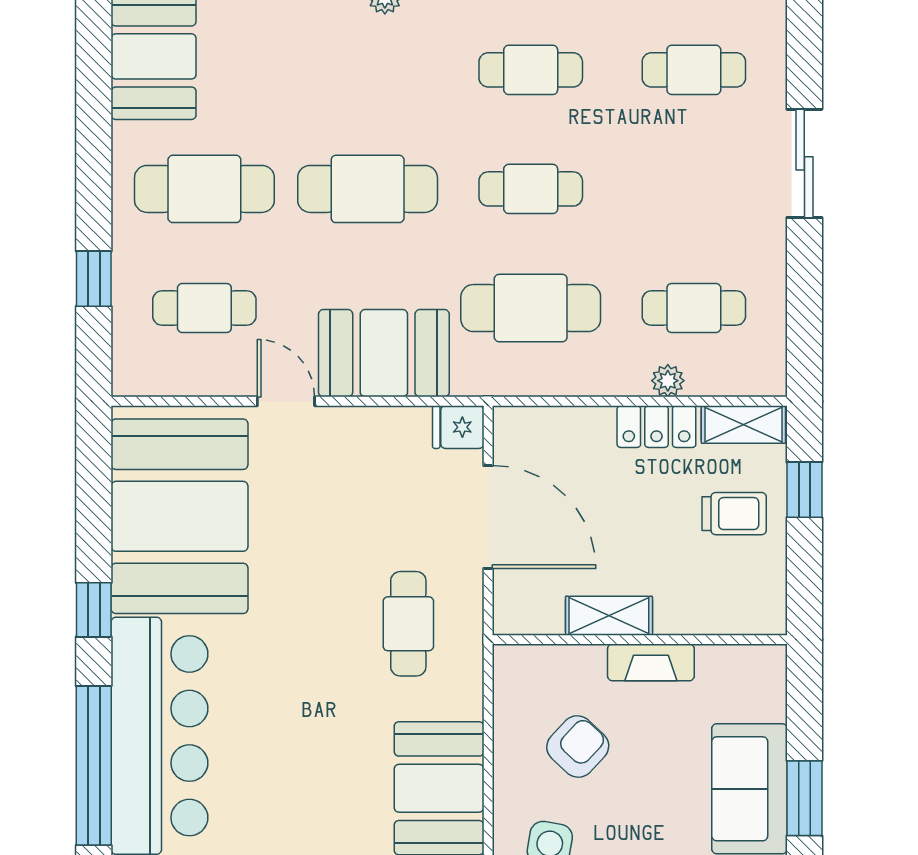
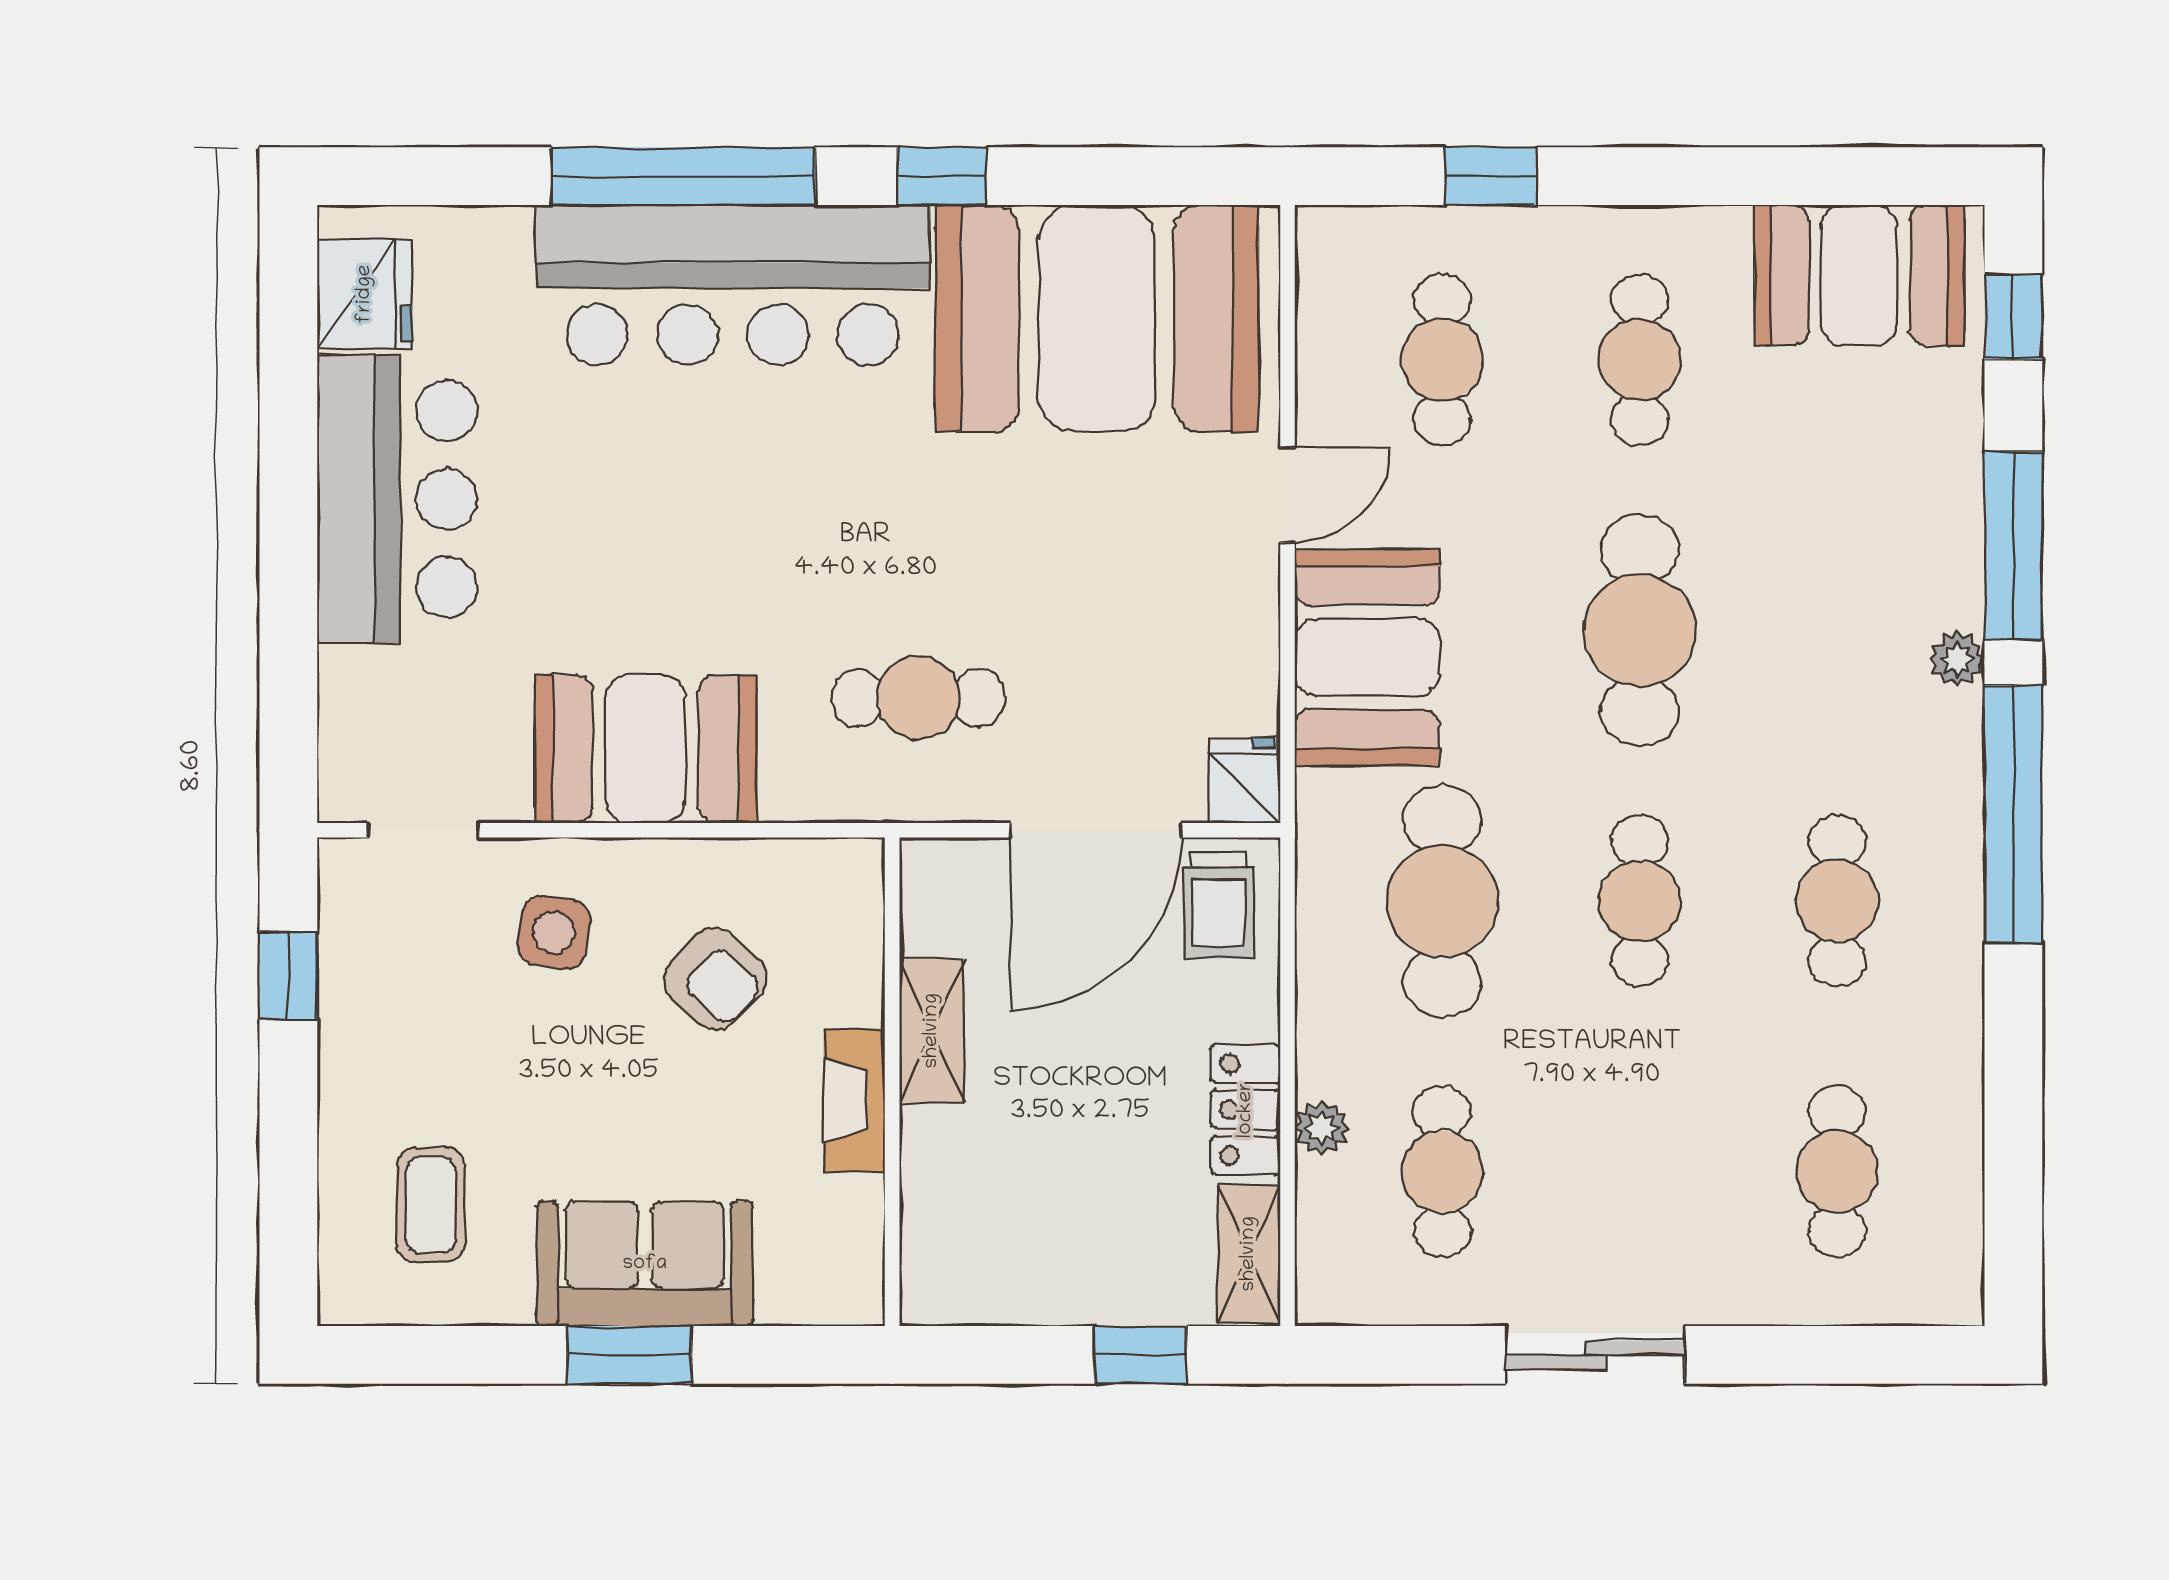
sliding door: (804, 163) -> (1595, 1355), moved
cafe table: (204, 189) -> (1640, 360), width x0.73, depth x0.74
trolley: (734, 514) -> (1218, 906), moved

